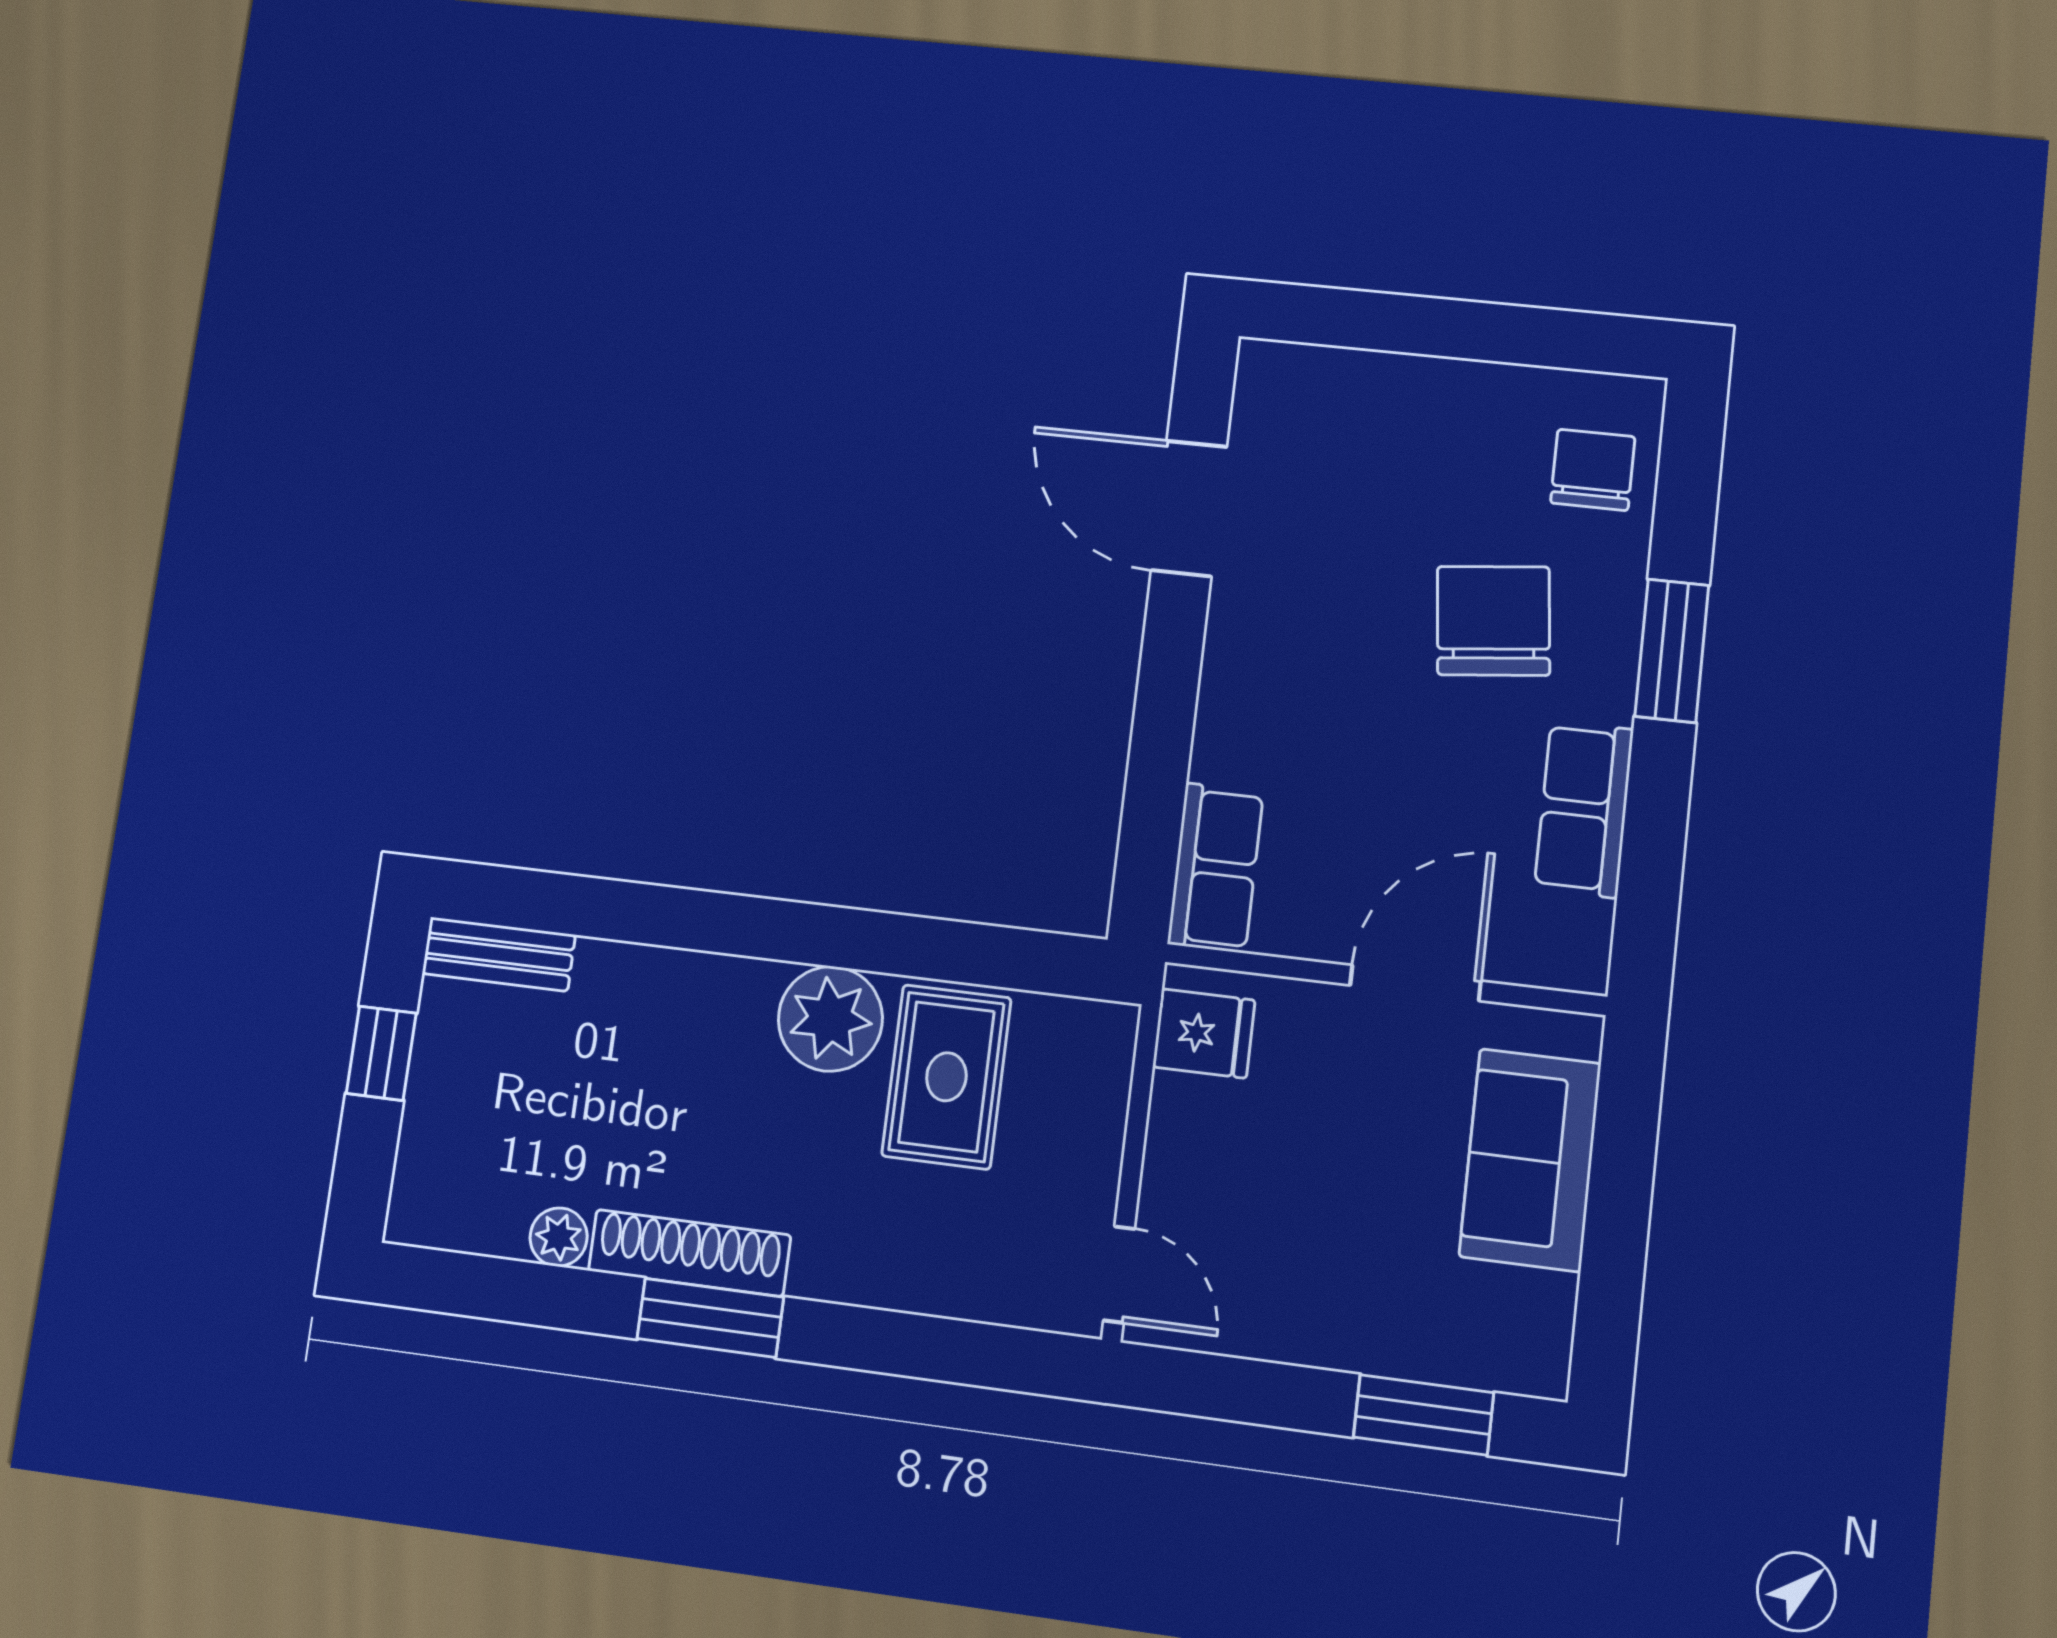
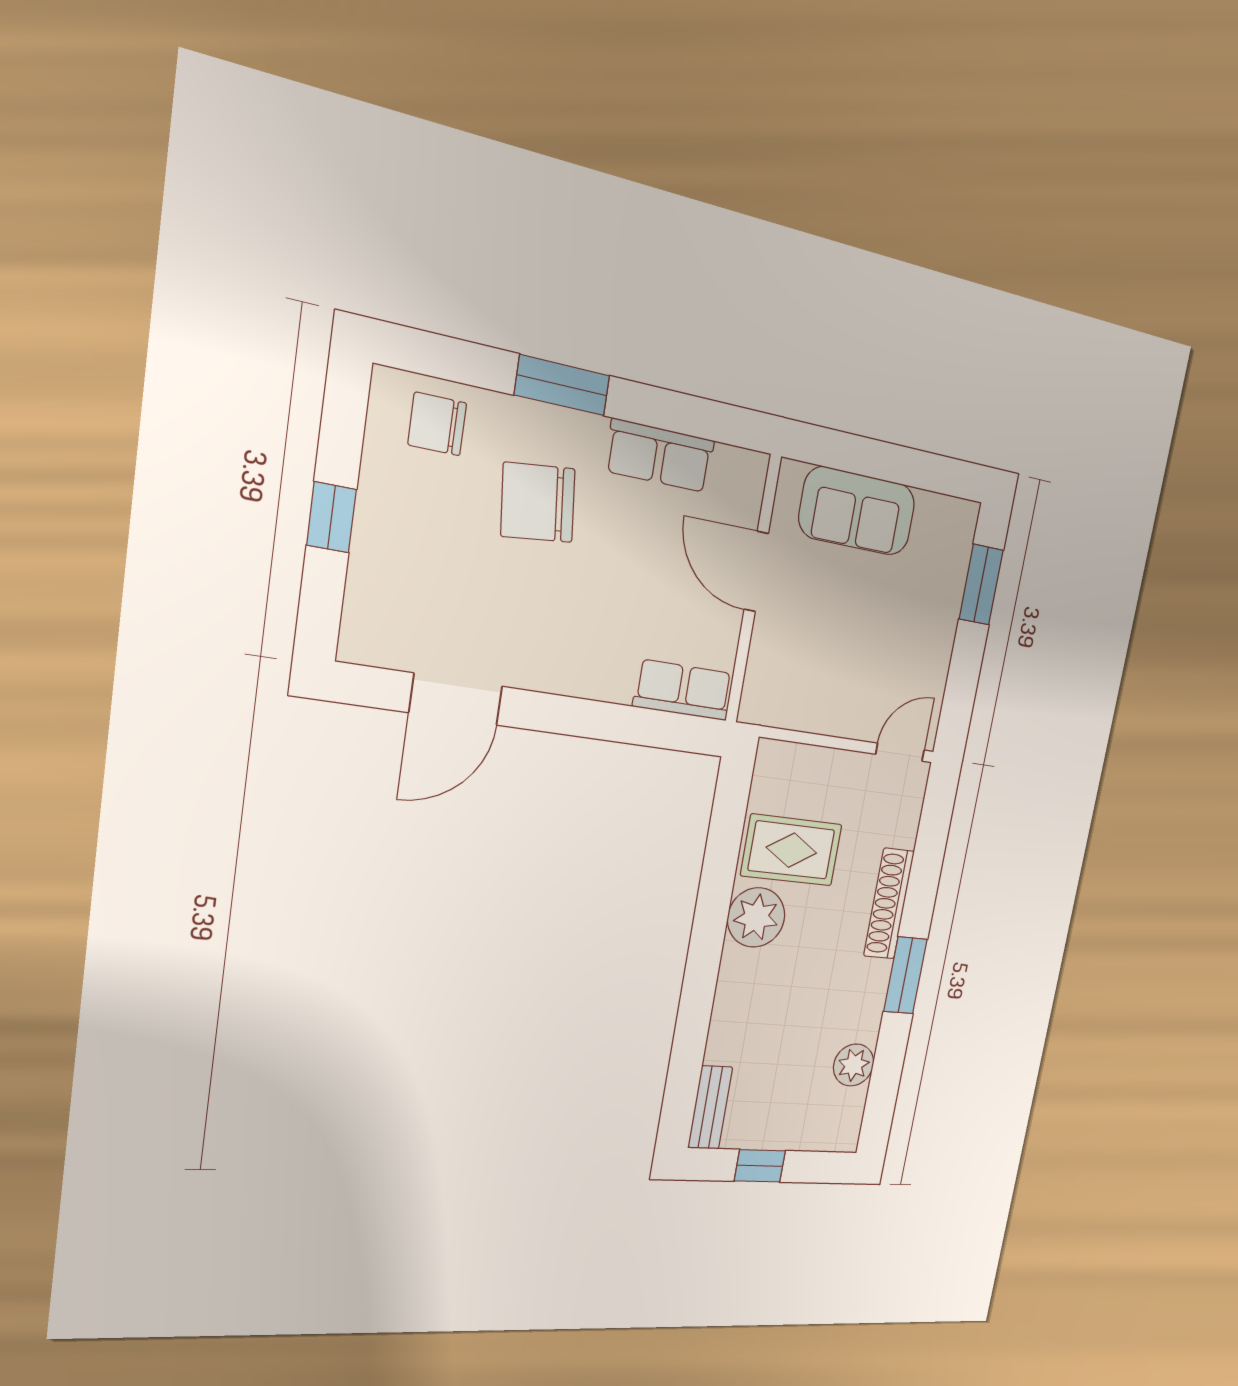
window: (1445, 328) -> (331, 517), added
fridge: (1204, 1033) -> (777, 700), removed
plant: (559, 1237) -> (854, 1065), width x1.38, depth x1.38
shoe rack: (689, 1253) -> (889, 904), moved

